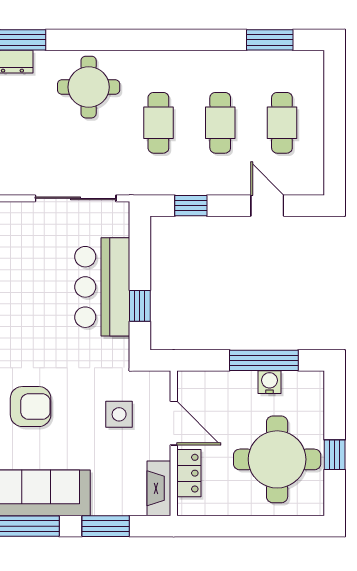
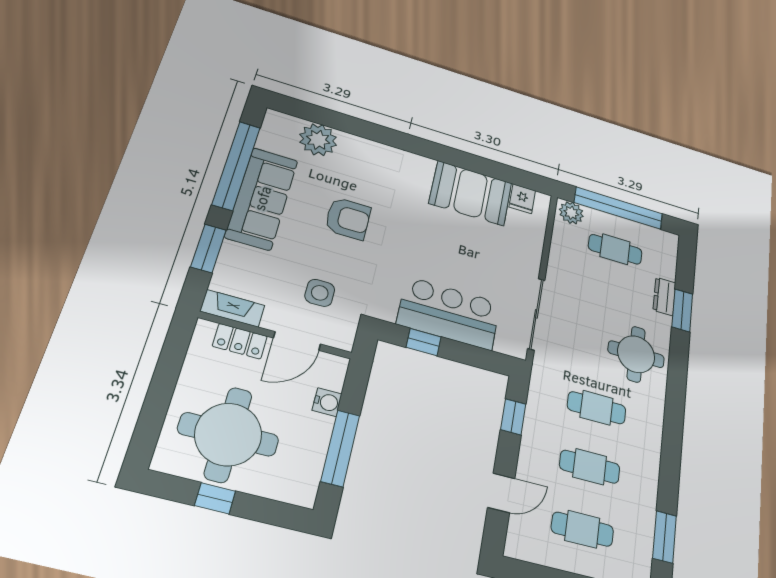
water cooler: (269, 382) -> (327, 402), moved
armchair: (31, 407) -> (348, 218), turned -90

